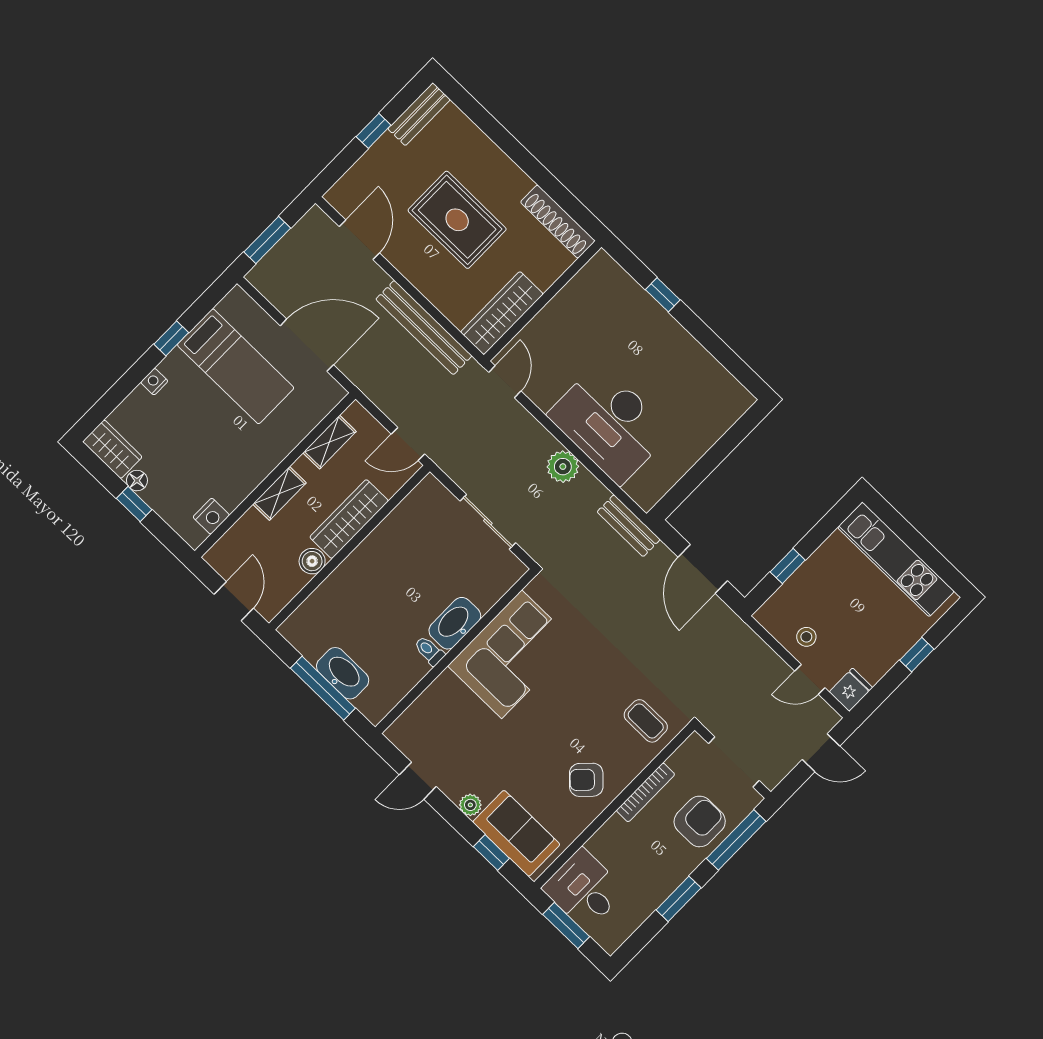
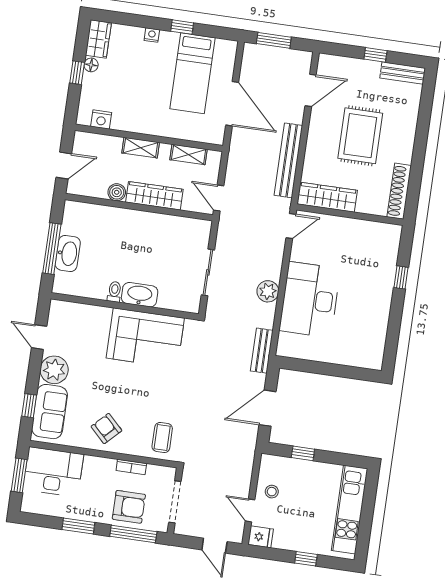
bookcase: (646, 792) -> (131, 467), width x0.64
plant: (470, 805) -> (54, 370), width x1.87, depth x1.87
desk: (584, 889) -> (53, 472), width x1.37

